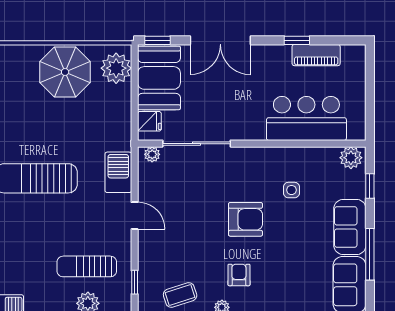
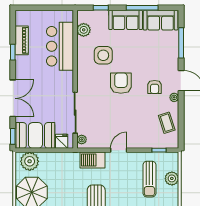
plant: (351, 158) -> (84, 30), moved
side table: (291, 190) -> (103, 55), width x1.87, depth x1.87
armchair: (239, 275) -> (155, 87), turned -90

